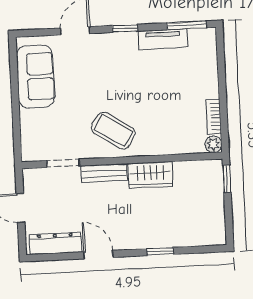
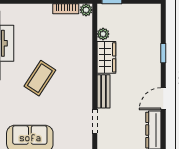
coffee table: (113, 131) -> (40, 78), moved
plant: (182, 169) -> (103, 34), added

